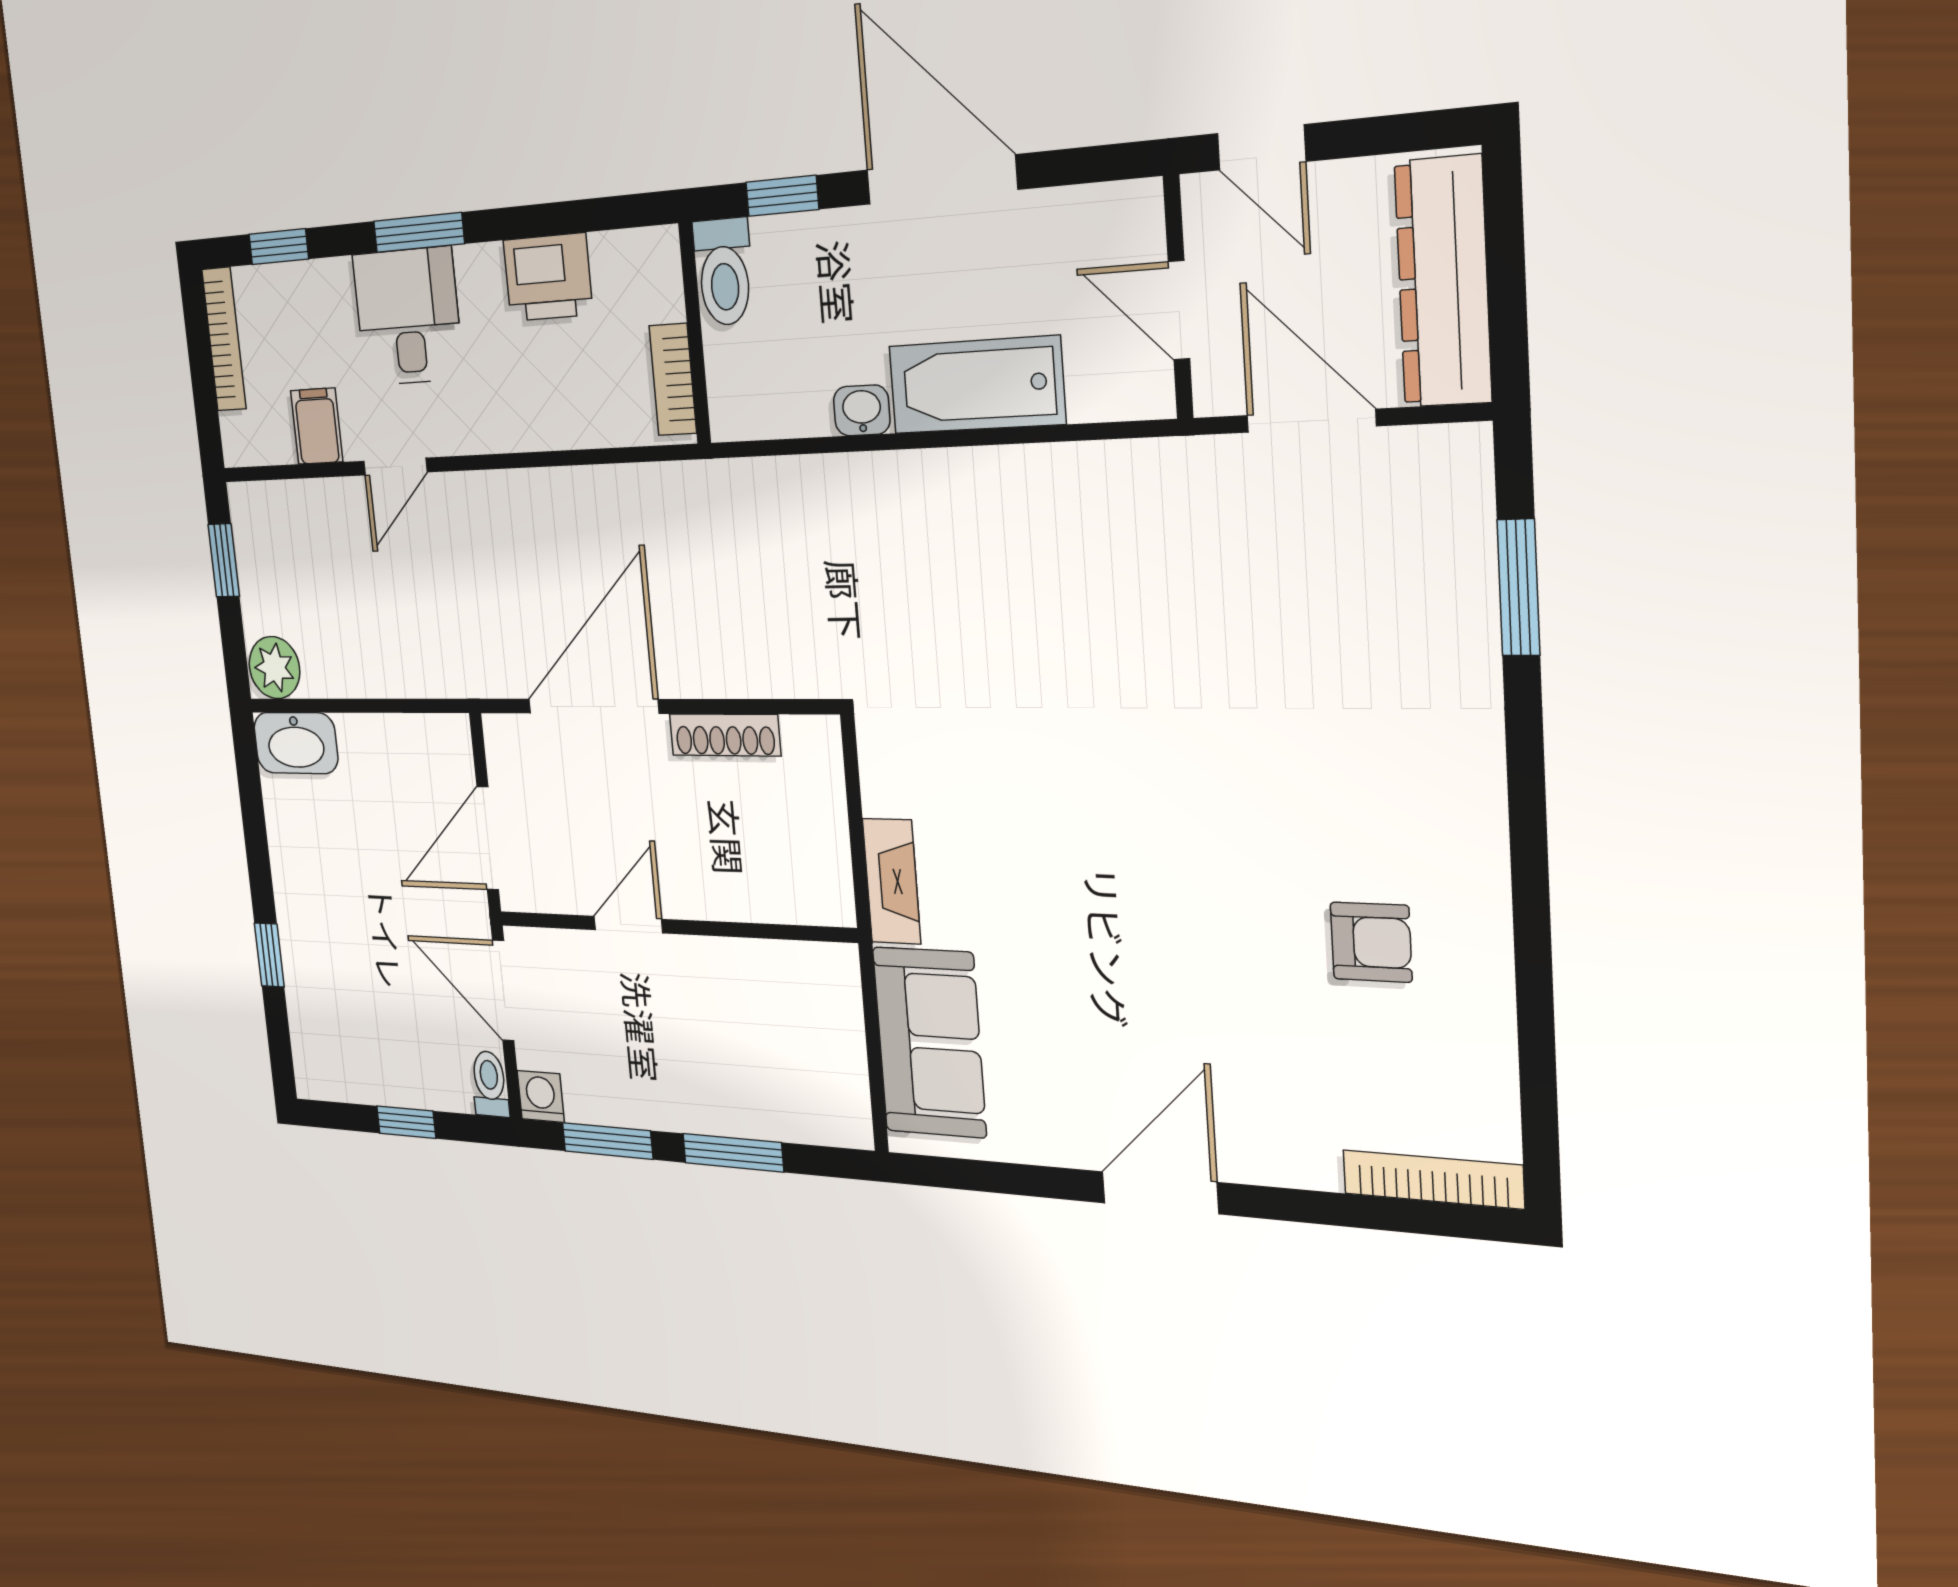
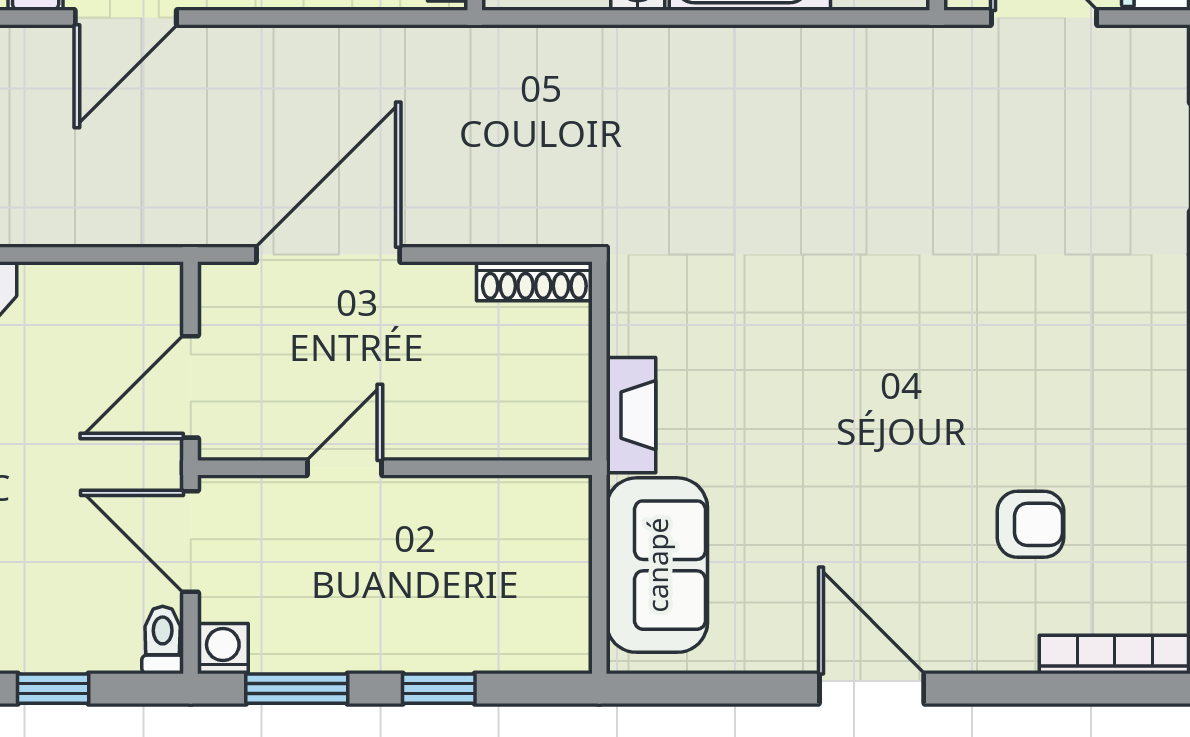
door: (395, 467) -> (126, 17), width x1.38
shoe rack: (725, 735) -> (534, 281), moved
armchair: (1371, 942) -> (1031, 524), moved
window: (733, 1153) -> (439, 689), width x0.67
door: (1160, 1193) -> (872, 689), hinge flipped

